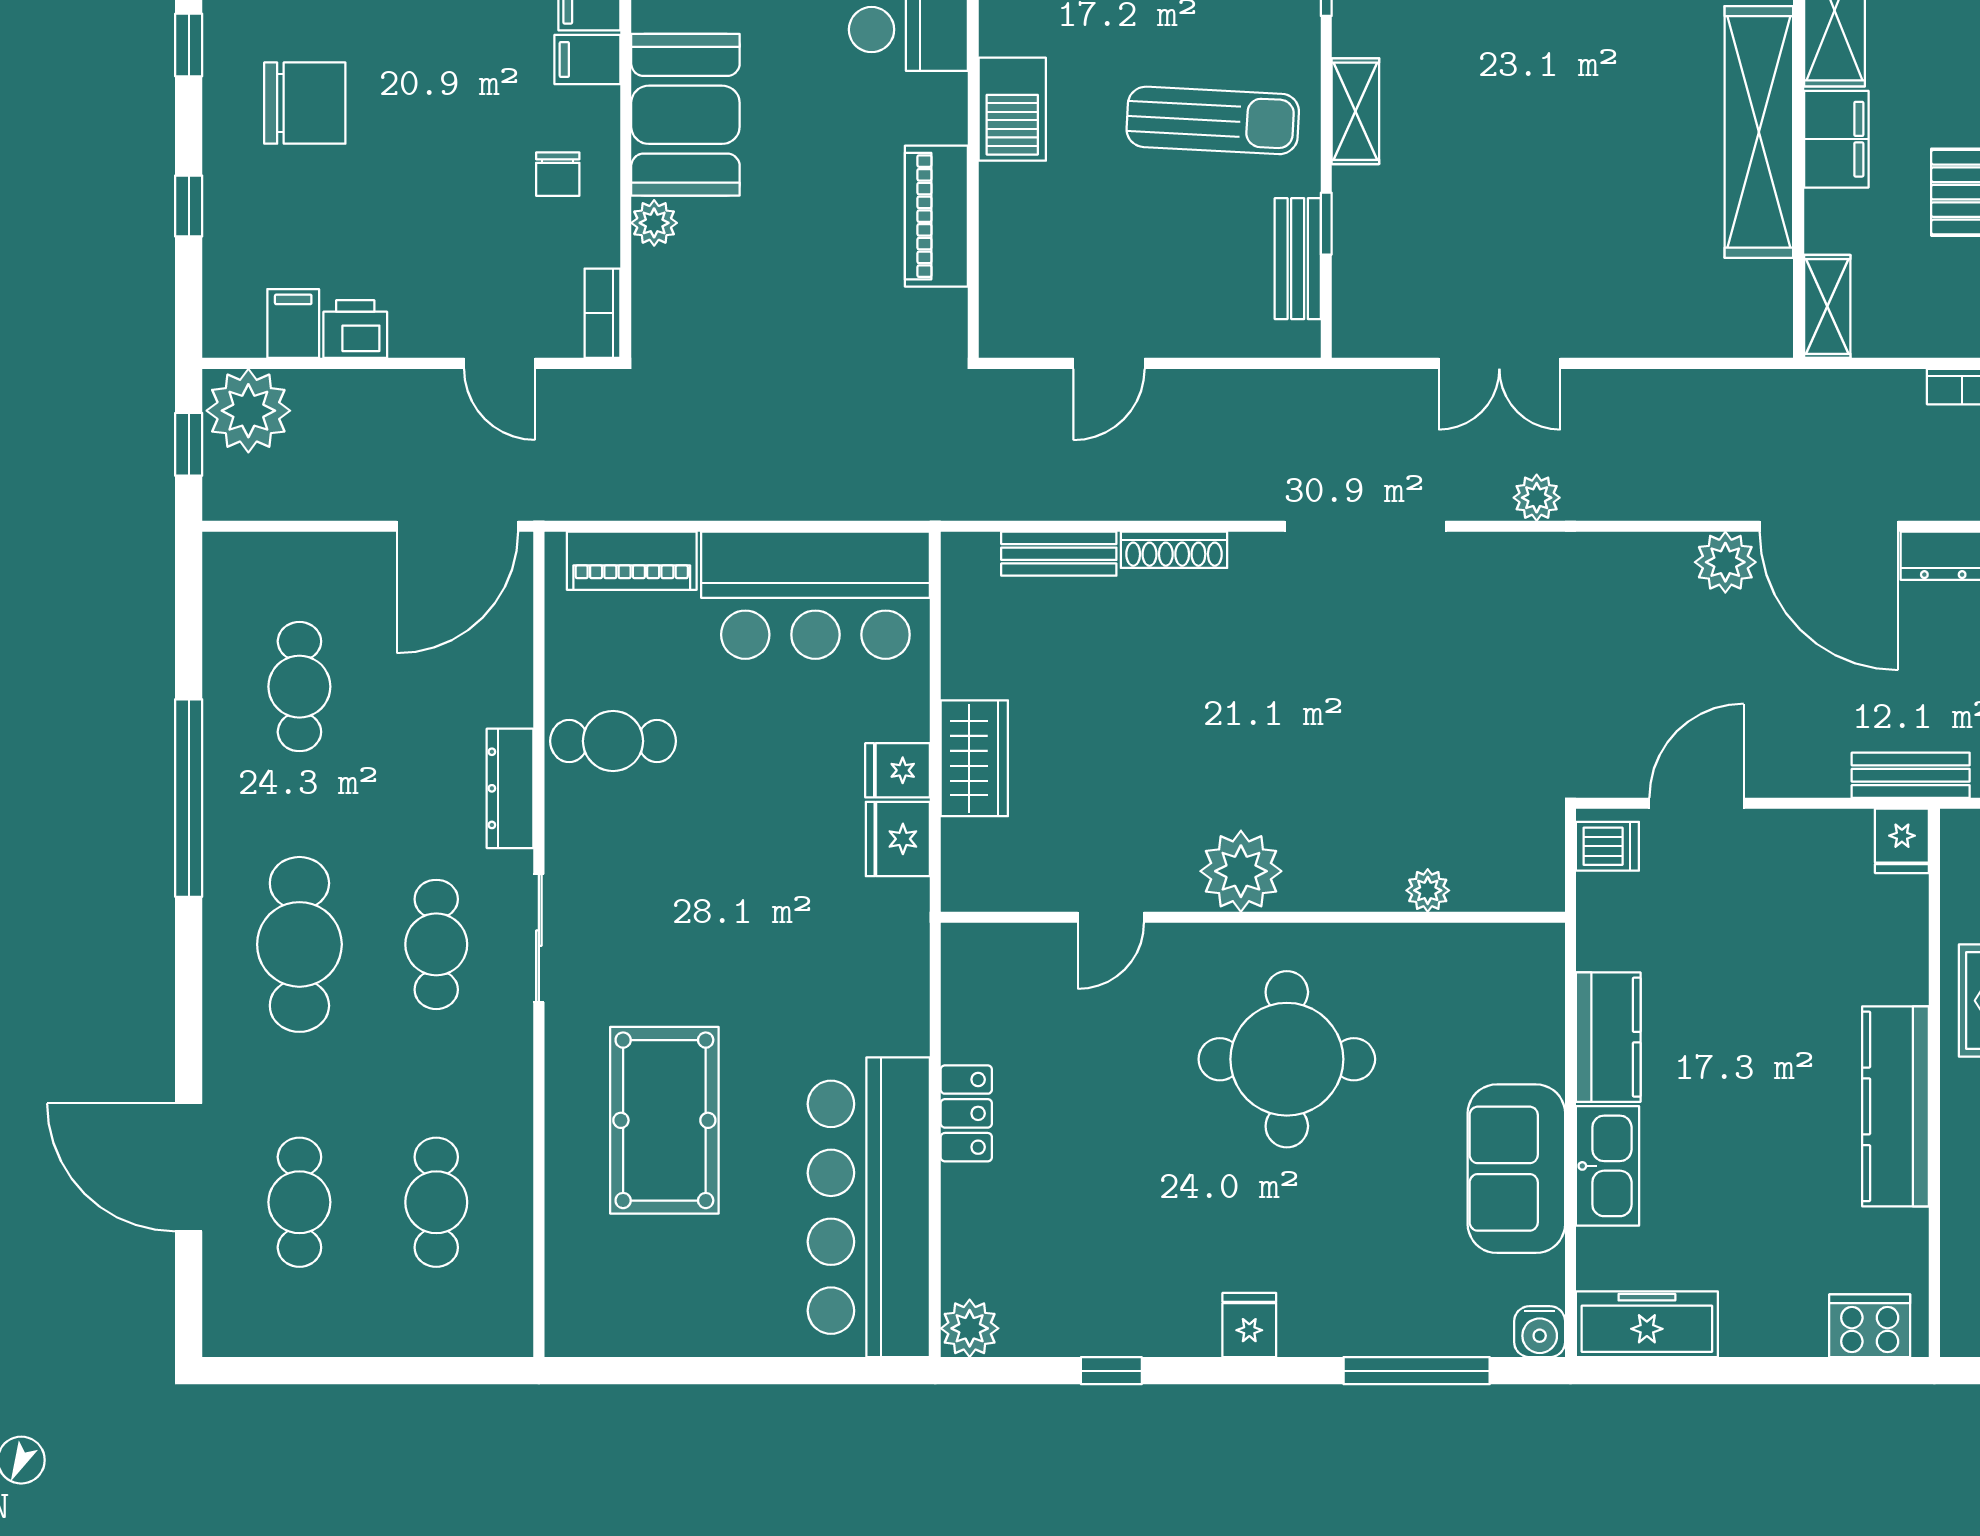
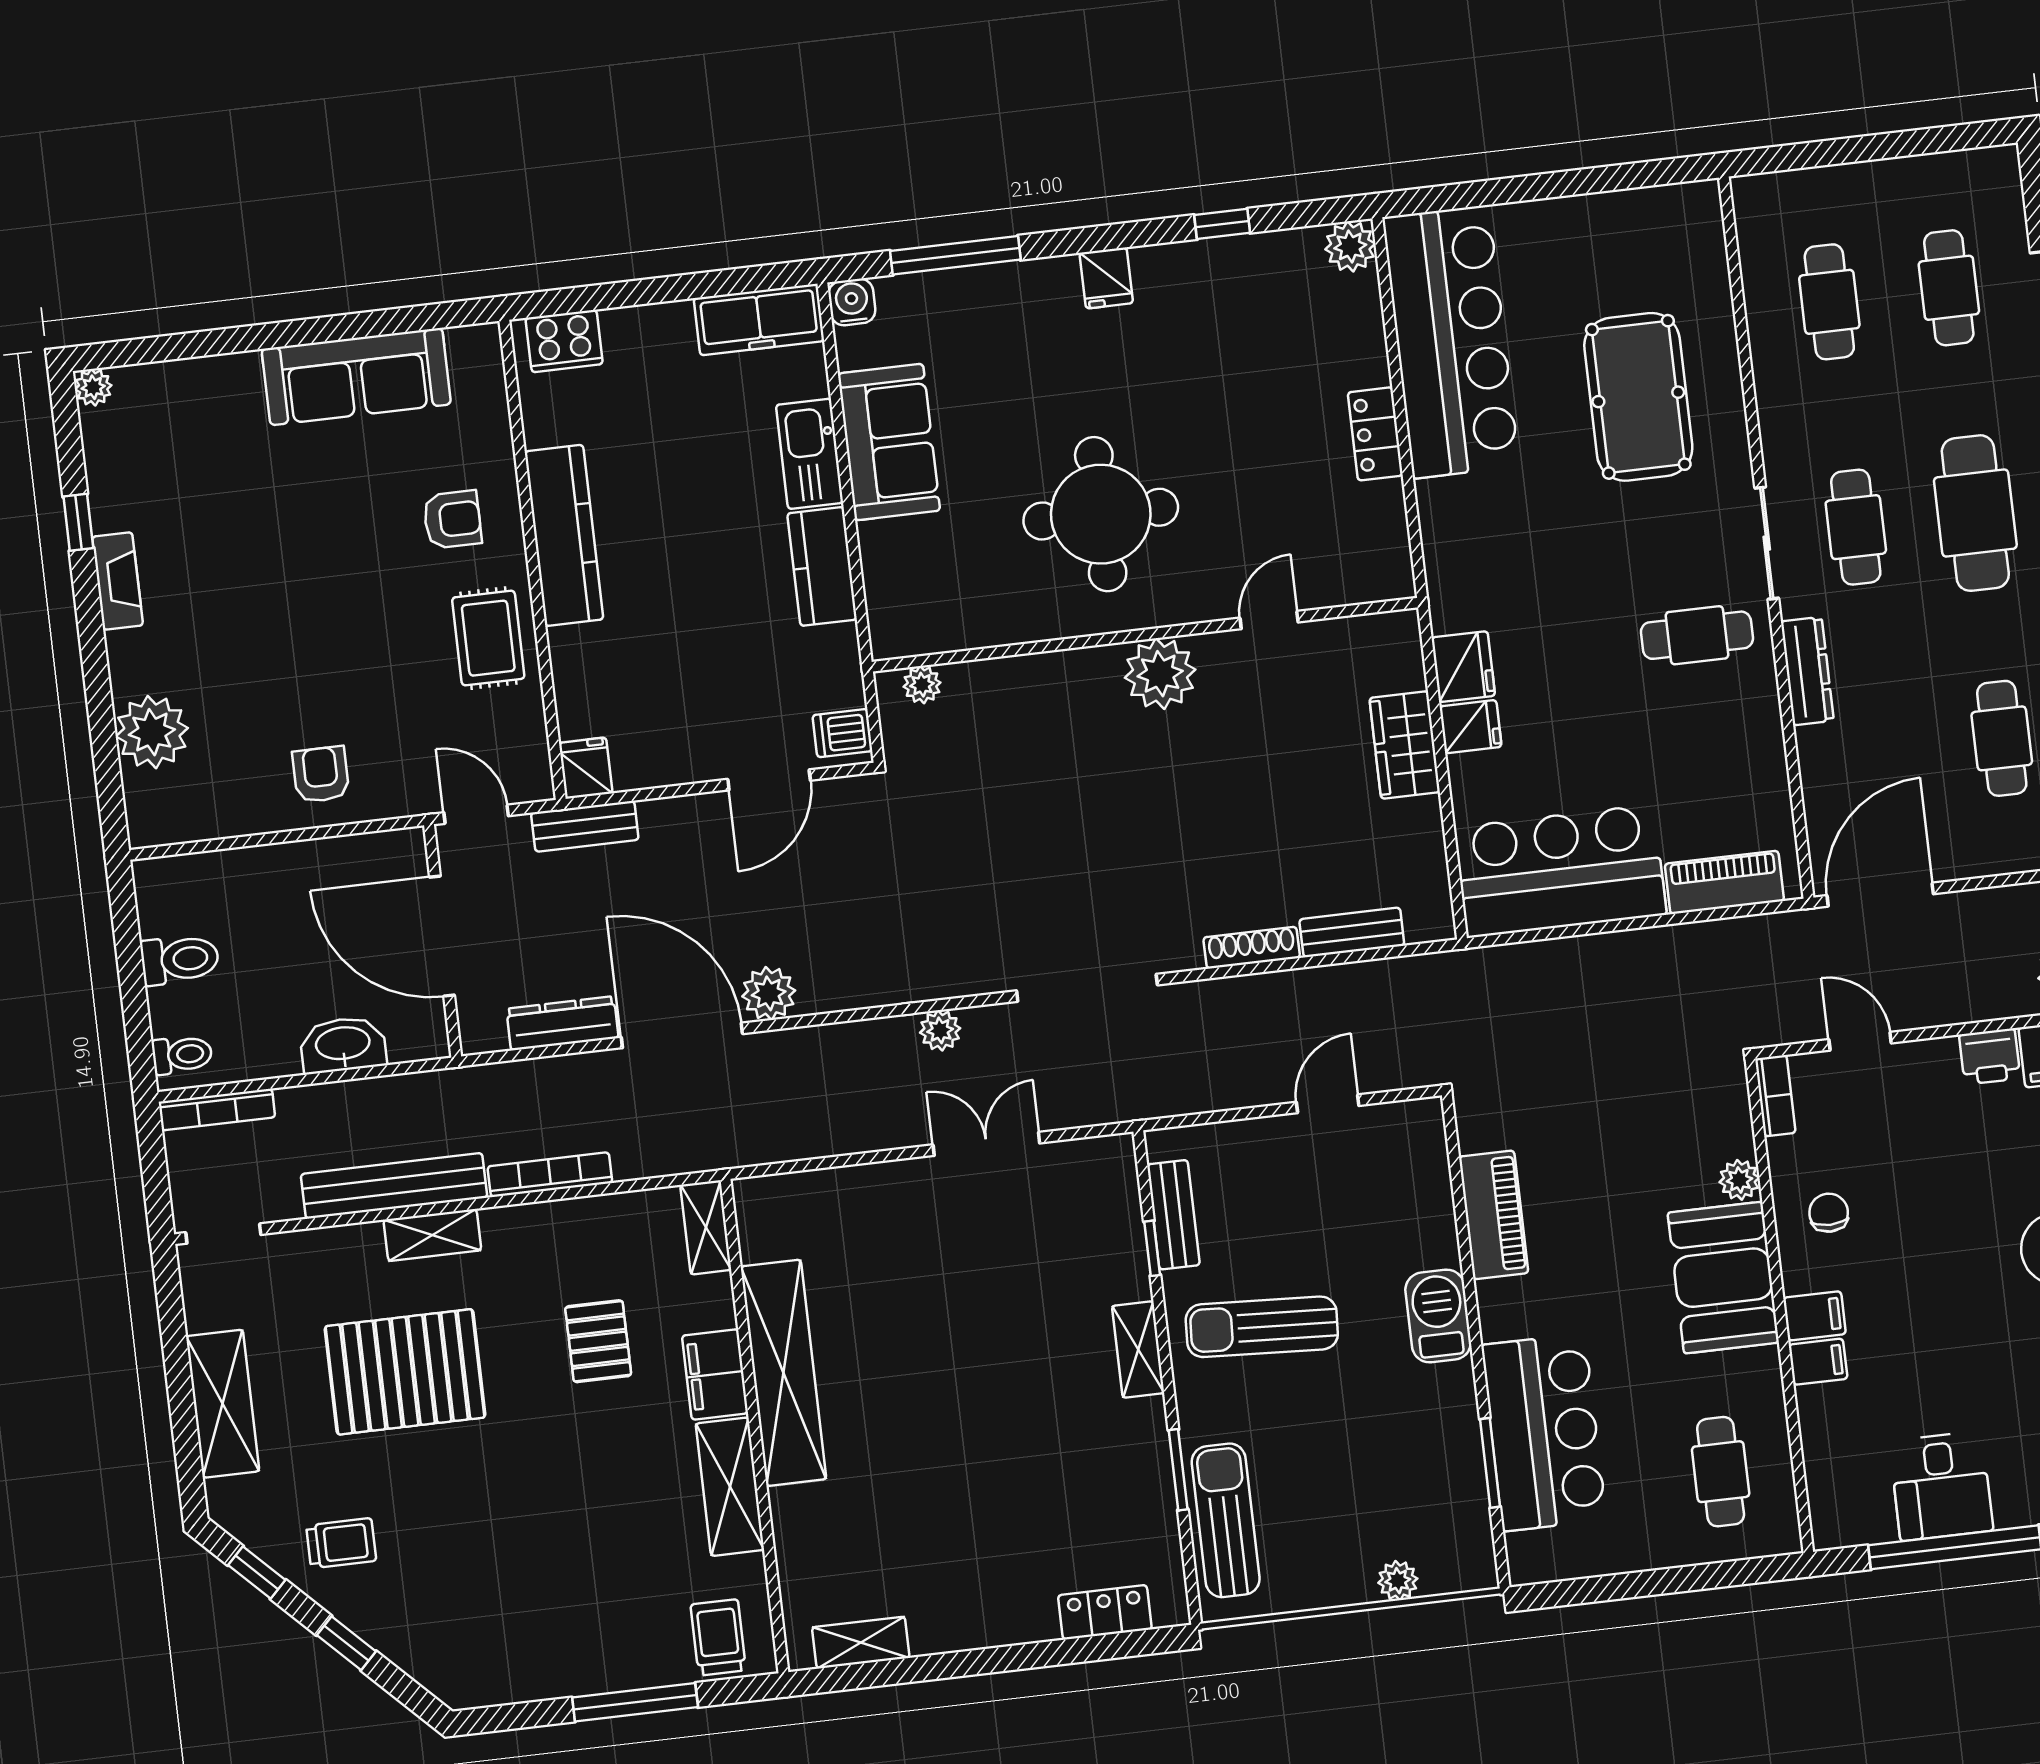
cafe table: (613, 741) -> (1697, 635), moved
plant: (1428, 890) -> (922, 685), moved

